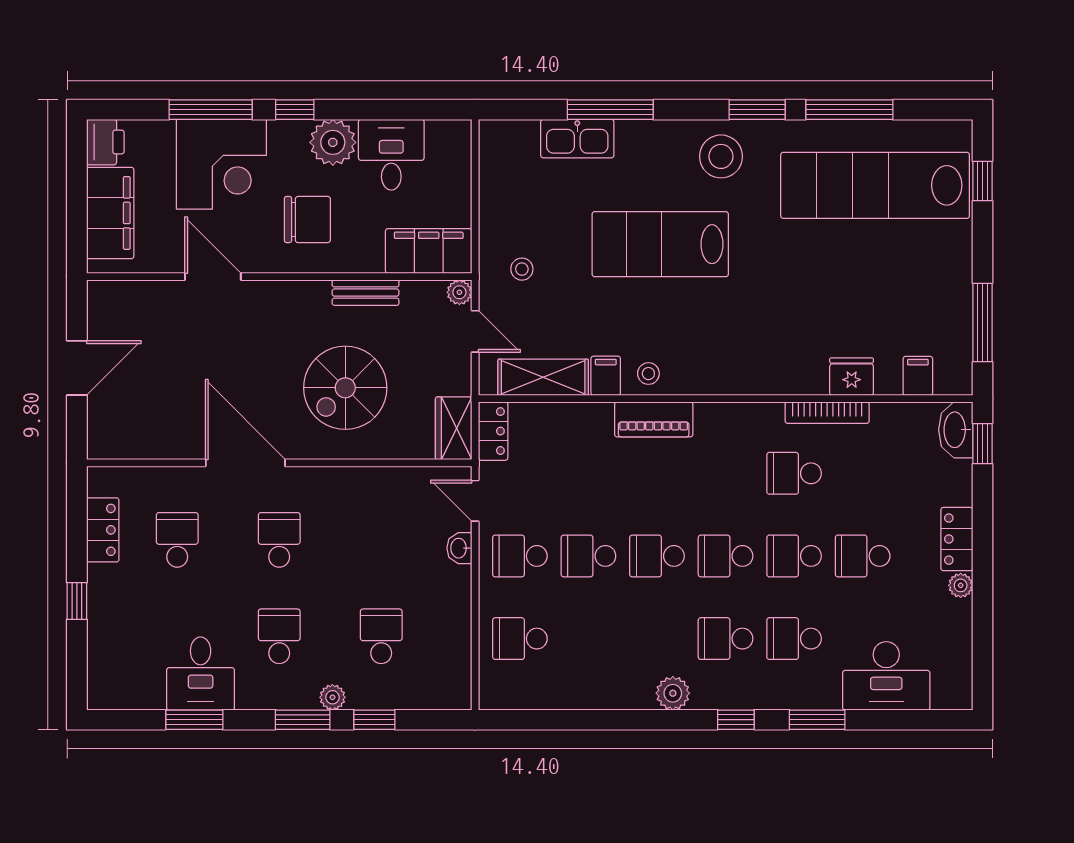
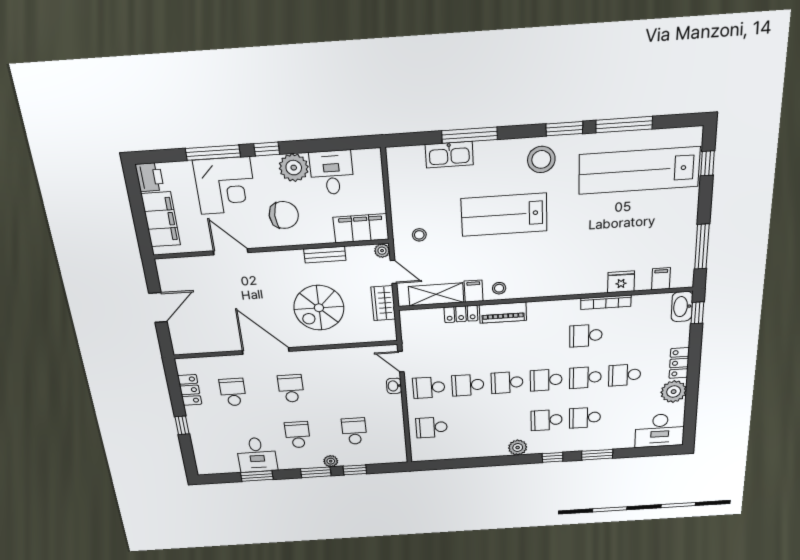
wardrobe: (454, 428) -> (383, 303), moved
locker: (493, 431) -> (461, 314), moved, turned 90
plant: (961, 585) -> (674, 392), width x1.87, depth x1.87
desk: (886, 676) -> (660, 430), moved

